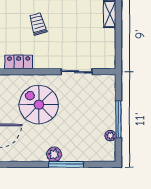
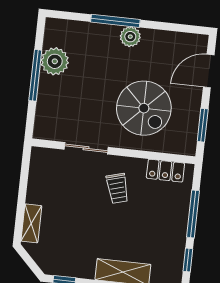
trolley: (38, 24) -> (117, 188), moved
plant: (110, 136) -> (55, 61), width x1.88, depth x1.88

